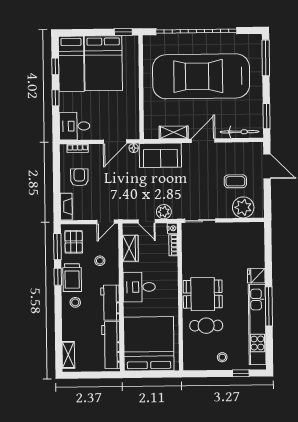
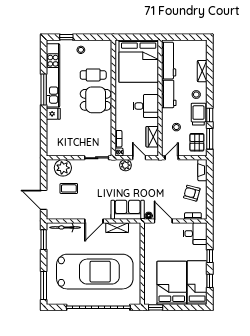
door: (115, 142) -> (163, 221), hinge flipped
armchair: (79, 177) -> (192, 193), turned 105
shelving: (68, 355) -> (202, 71), moved

